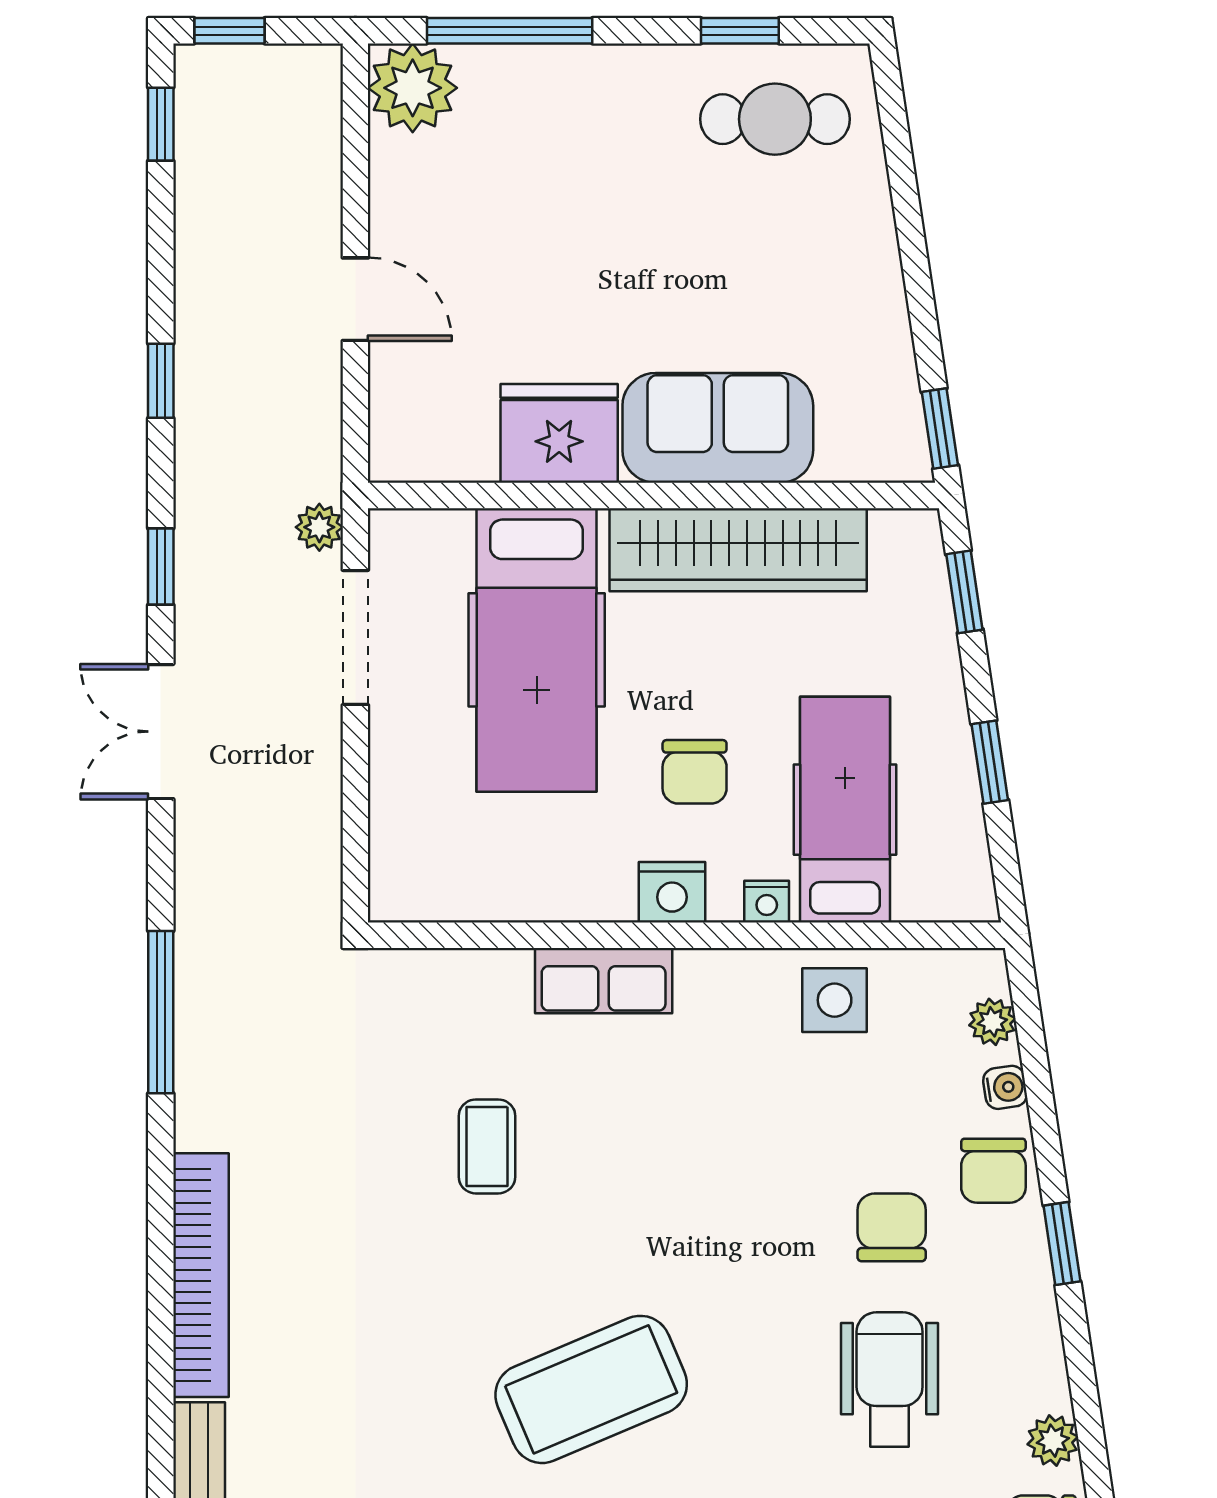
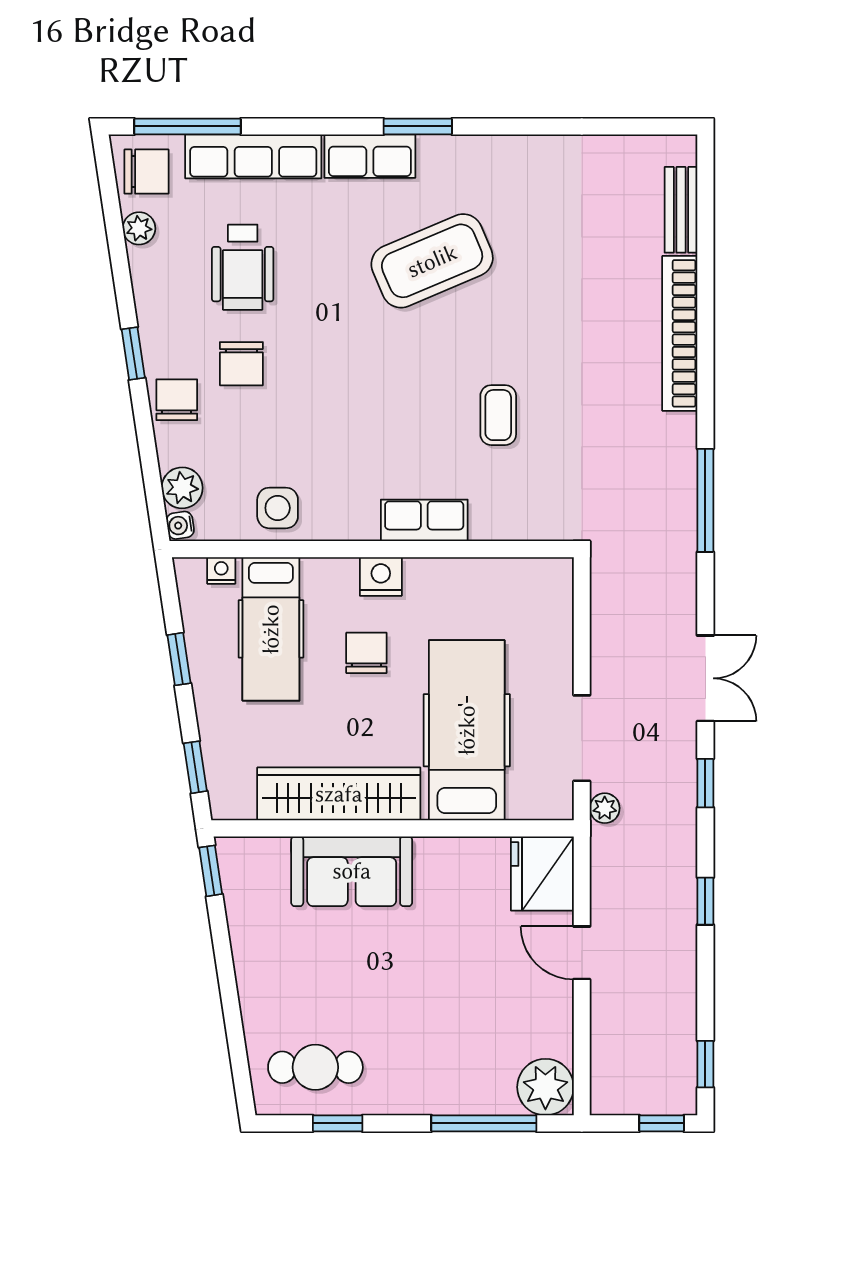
fridge: (559, 433) -> (542, 873), moved, turned 90
nightstand: (767, 902) -> (221, 570), moved
plant: (992, 1022) -> (182, 488), width x1.38, depth x1.38
water cooler: (1005, 1087) -> (180, 525), moved

